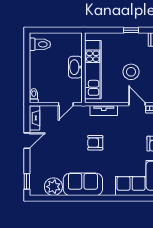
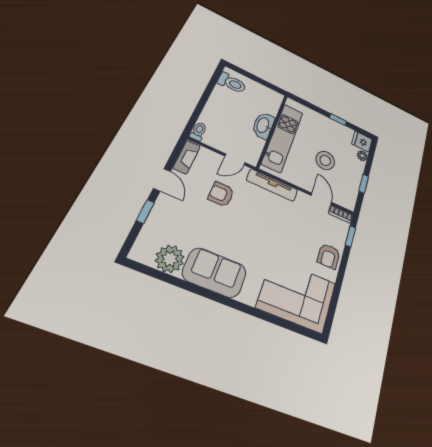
tv unit: (104, 111) -> (272, 185), width x1.41
door: (27, 141) -> (162, 180), hinge flipped
armchair: (95, 143) -> (221, 194), moved
window: (27, 181) -> (145, 212), moved

